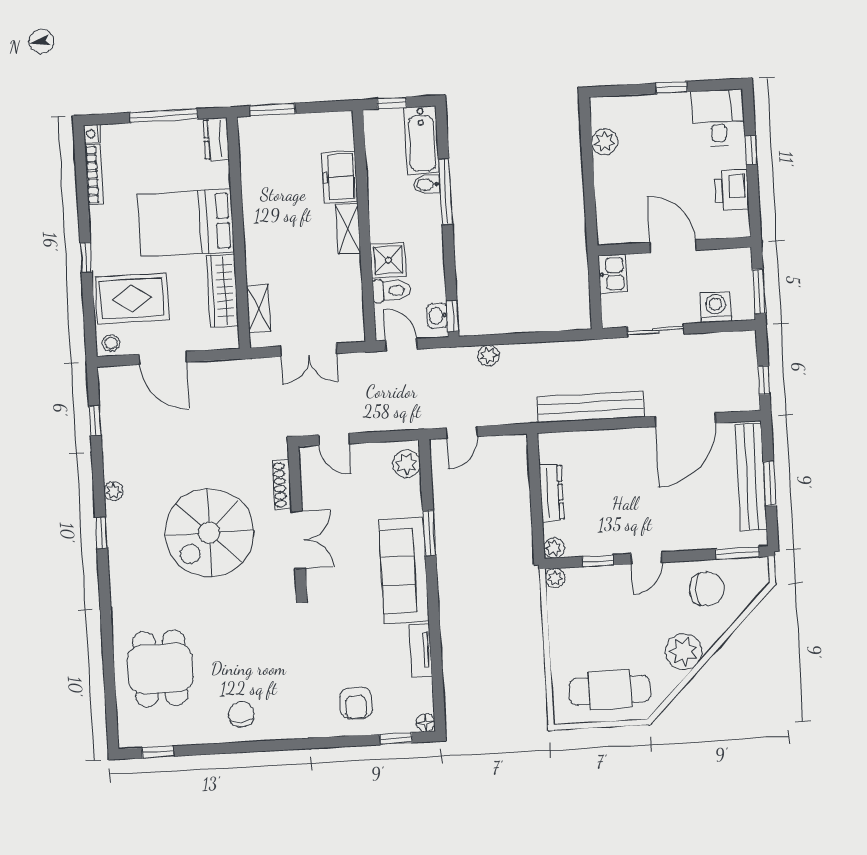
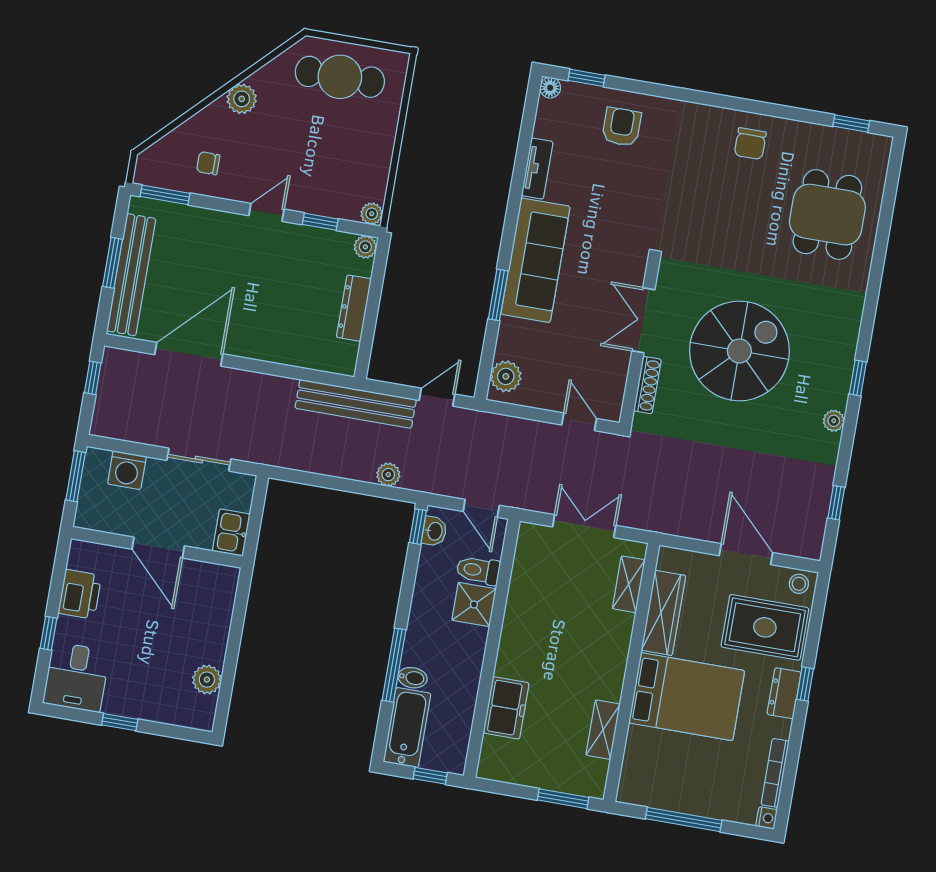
dresser: (216, 139) -> (784, 693), moved, turned 180
shelving: (348, 229) -> (603, 730), moved
bench: (591, 407) -> (356, 404), moved
chair: (707, 589) -> (208, 163), width x0.54, depth x0.54
plant: (684, 652) -> (242, 99), width x0.73, depth x0.73

